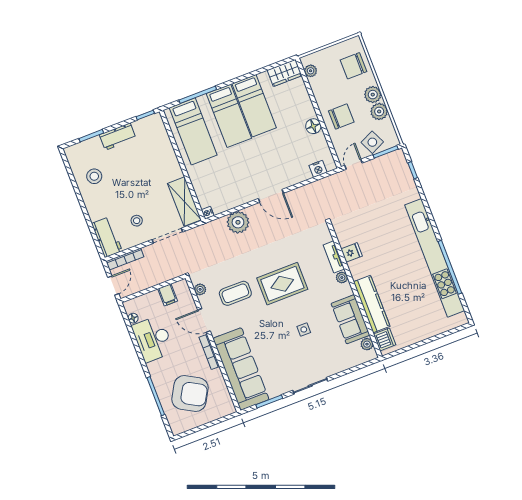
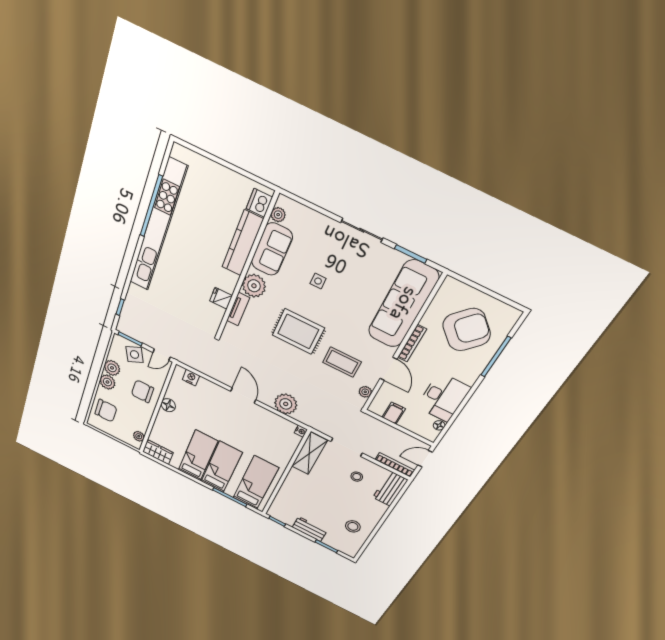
plant: (342, 278) -> (254, 286), width x1.88, depth x1.88
armchair: (190, 393) -> (467, 330), turned 103

